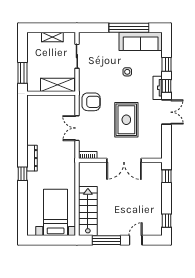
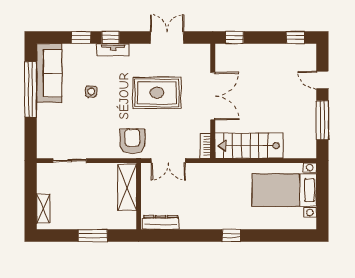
shelving: (52, 37) -> (43, 209), moved
shelving: (58, 85) -> (127, 187), moved
wall: (51, 93) -> (139, 196), moved
double door: (167, 112) -> (167, 38), moved
dresser: (32, 158) -> (161, 222), moved
stairs: (88, 211) -> (249, 146), moved

